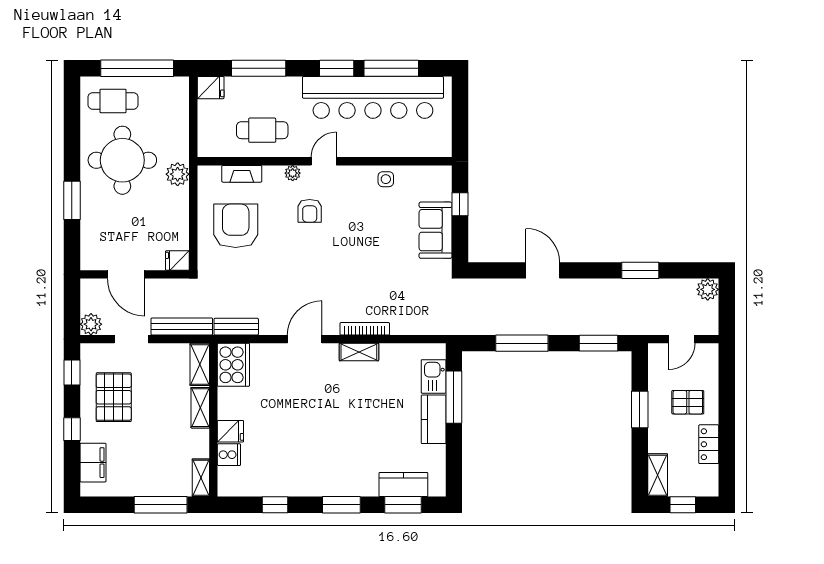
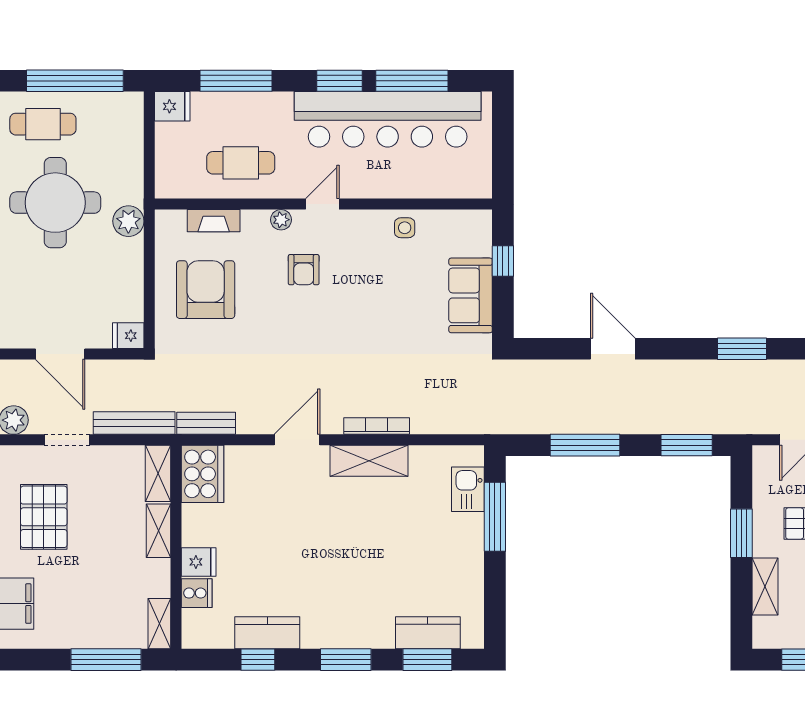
shelving: (359, 352) -> (369, 461), width x1.50, depth x1.33
kitchen counter: (434, 419) -> (267, 633), moved, turned 90
shelving: (658, 475) -> (765, 586), moved

